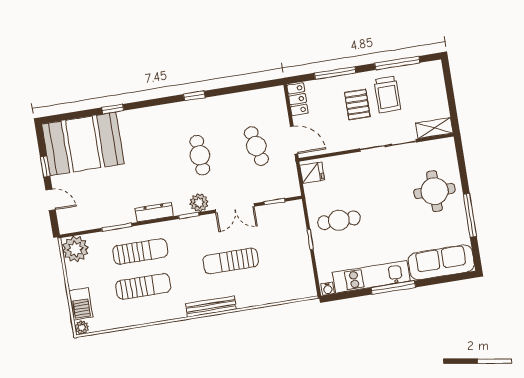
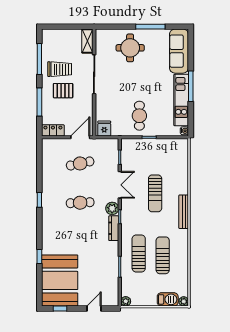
window: (45, 167) -> (60, 308), moved
dresser: (154, 212) -> (114, 228), moved
plant: (75, 249) -> (126, 301), width x0.53, depth x0.53

